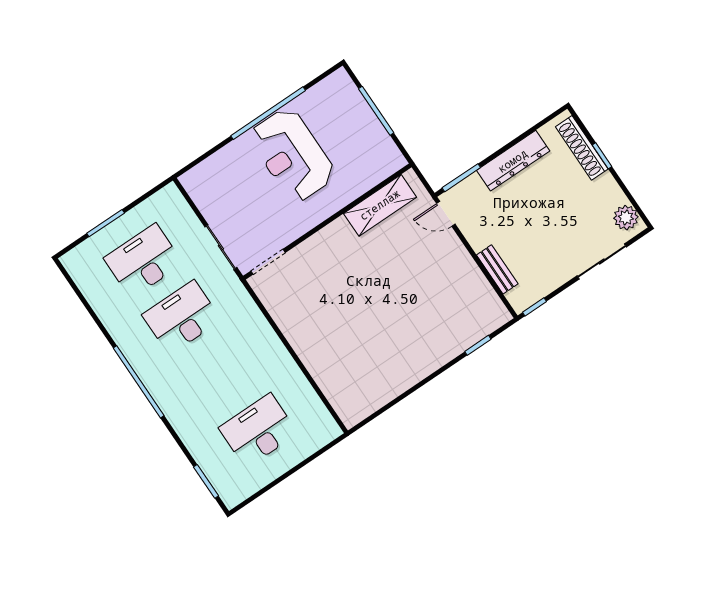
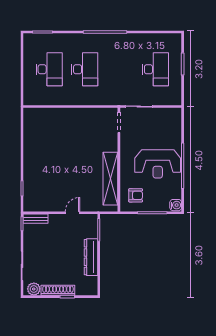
water cooler: (338, 82) -> (176, 205), added
shoe rack: (582, 148) -> (58, 290), moved
reception desk: (292, 155) -> (158, 164), turned 180
armchair: (366, 156) -> (136, 195), added
shelving: (380, 205) -> (110, 179), width x1.47
door: (446, 214) -> (73, 213), moved
bench: (497, 269) -> (35, 219), moved
desk: (182, 317) -> (85, 69), moved

